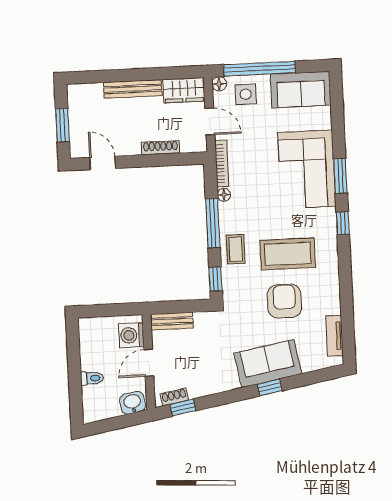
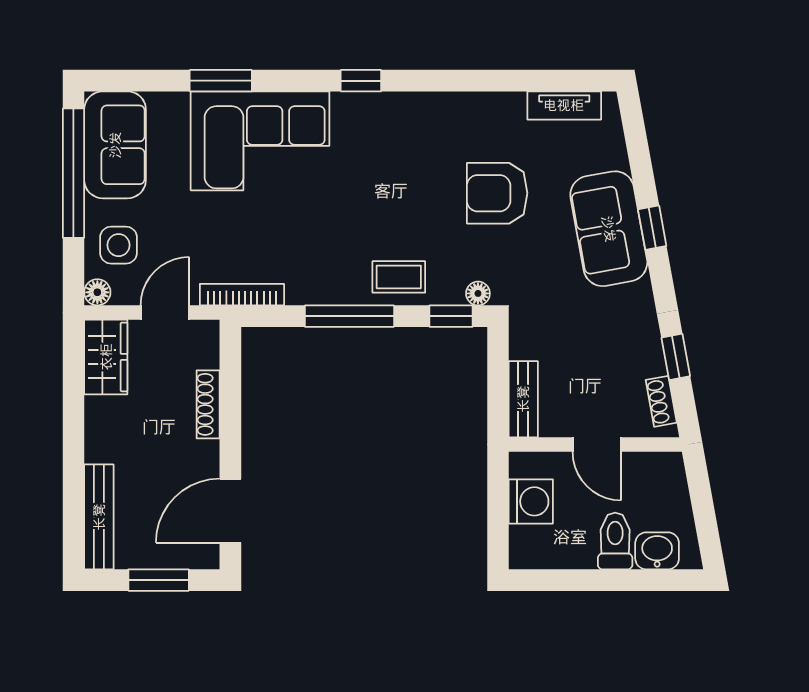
window: (260, 69) -> (73, 173), moved
bench: (133, 89) -> (99, 517), moved
door: (103, 163) -> (230, 511), width x1.38
window: (340, 176) -> (221, 81), moved
floor lamp: (224, 195) -> (478, 293), moved
coffee table: (288, 254) -> (412, 183), removed
washing machine: (131, 335) -> (531, 501), moved, turned -90
toilet: (92, 378) -> (615, 541), width x1.37, depth x1.39
washbasin: (133, 403) -> (657, 551), moved, turned 100
window: (183, 408) -> (676, 357), moved

